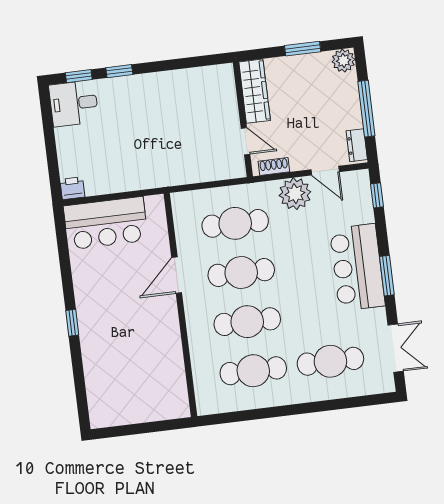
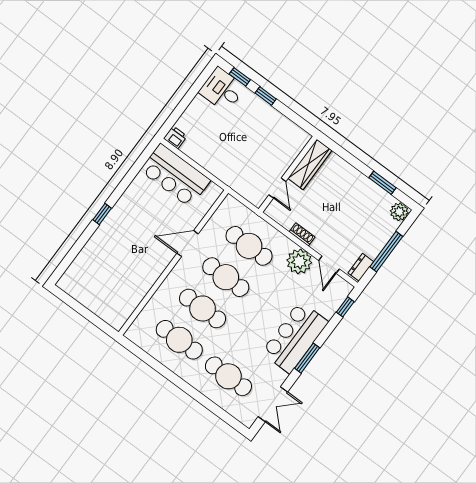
wardrobe: (255, 91) -> (310, 164), moved
wall: (243, 119) -> (288, 174), moved
door: (246, 141) -> (277, 188), moved

